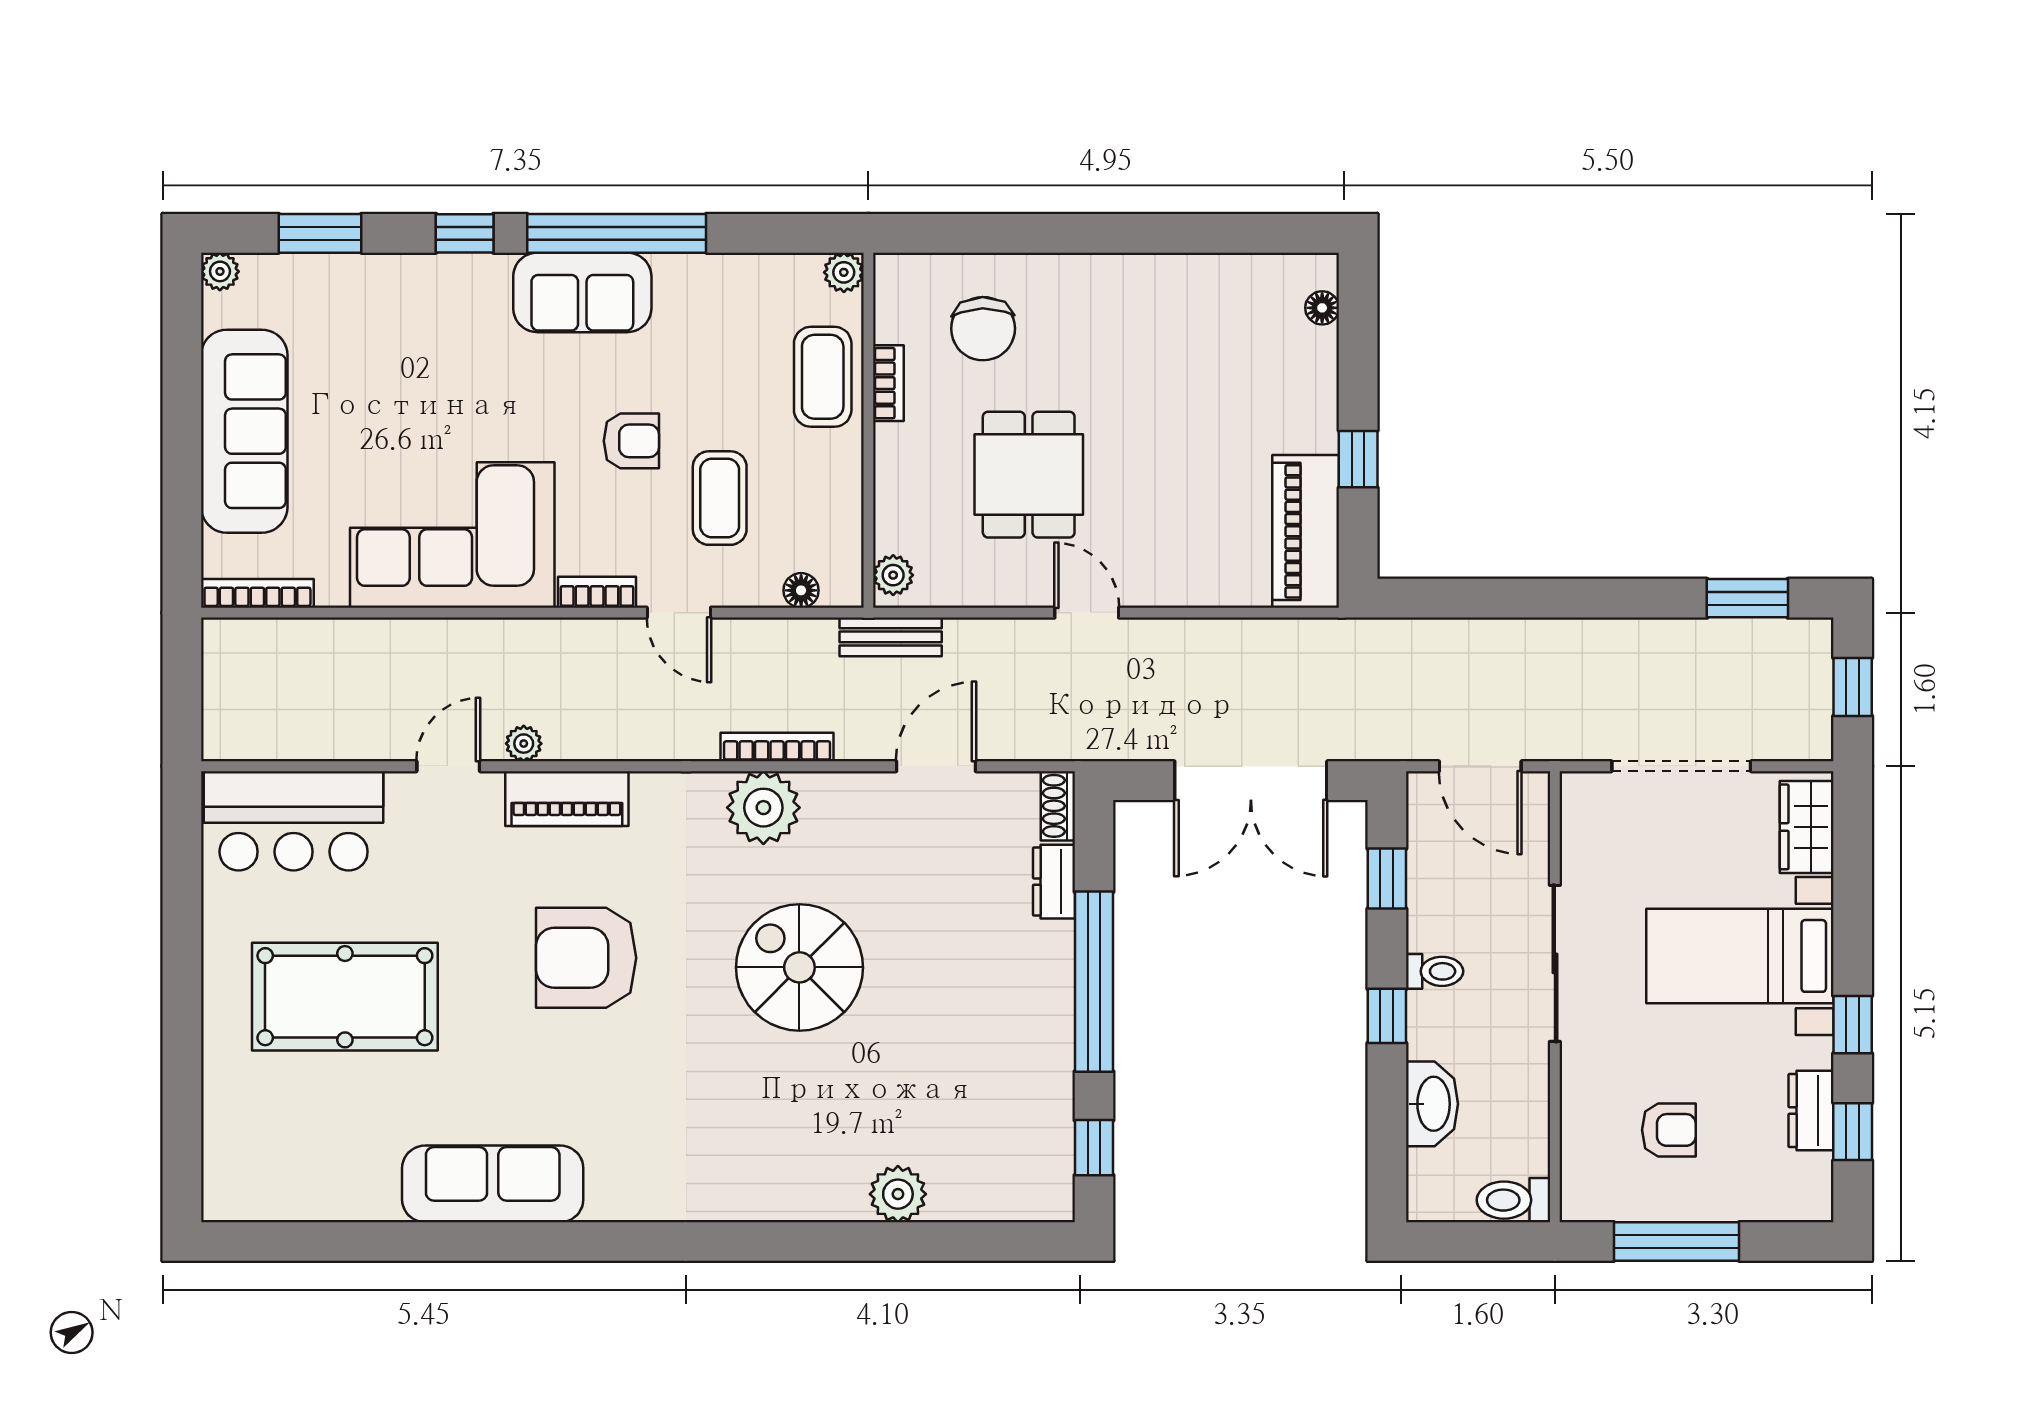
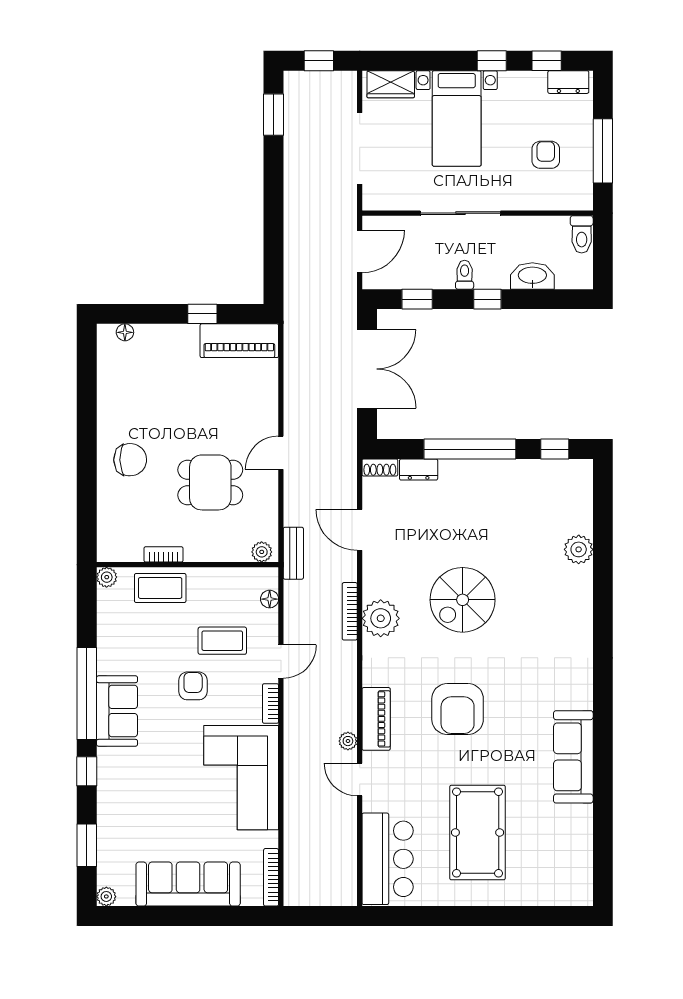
chair: (983, 329) -> (130, 460), moved
dresser: (1811, 1110) -> (568, 82), moved

